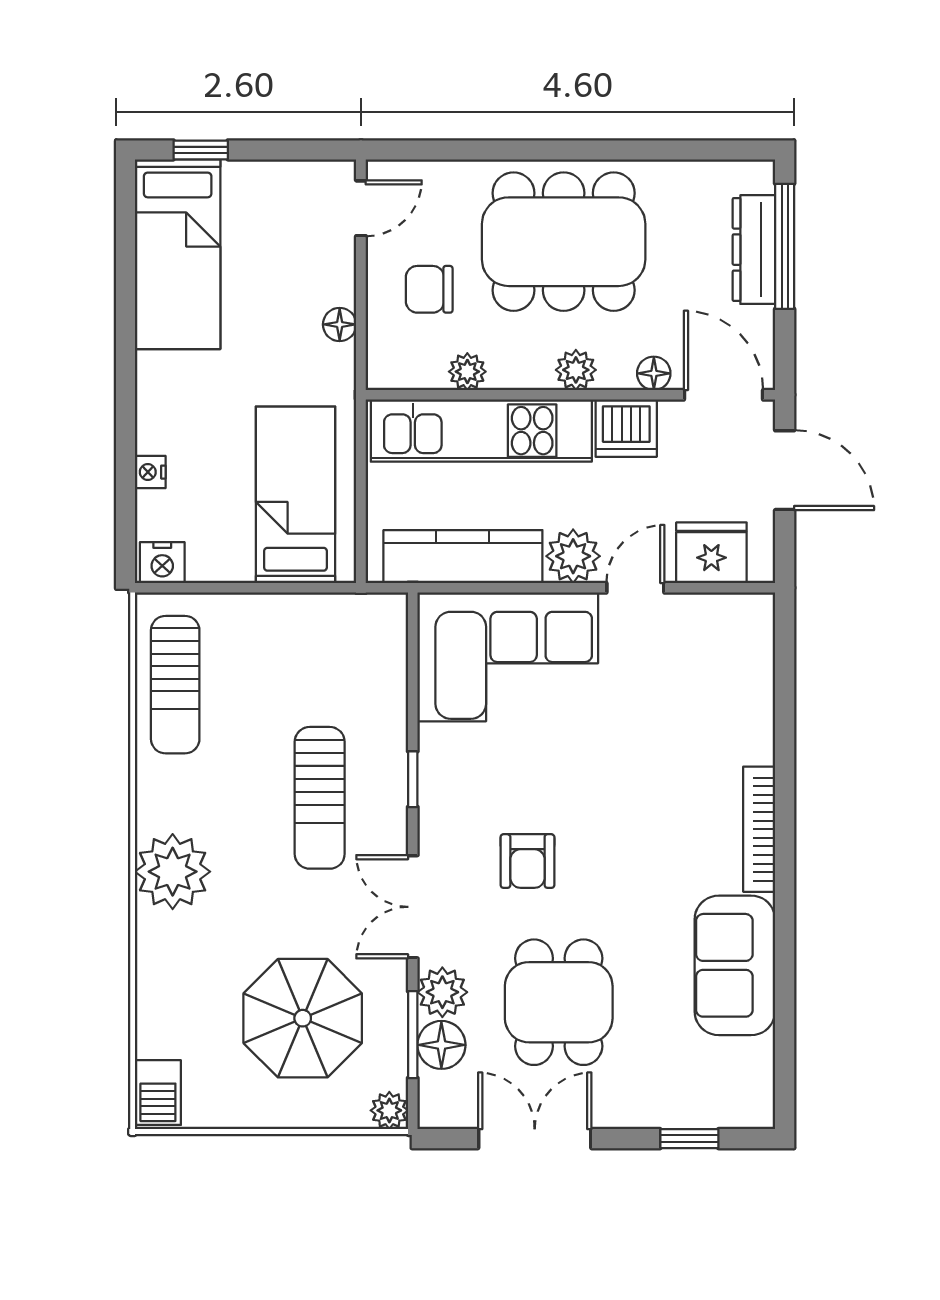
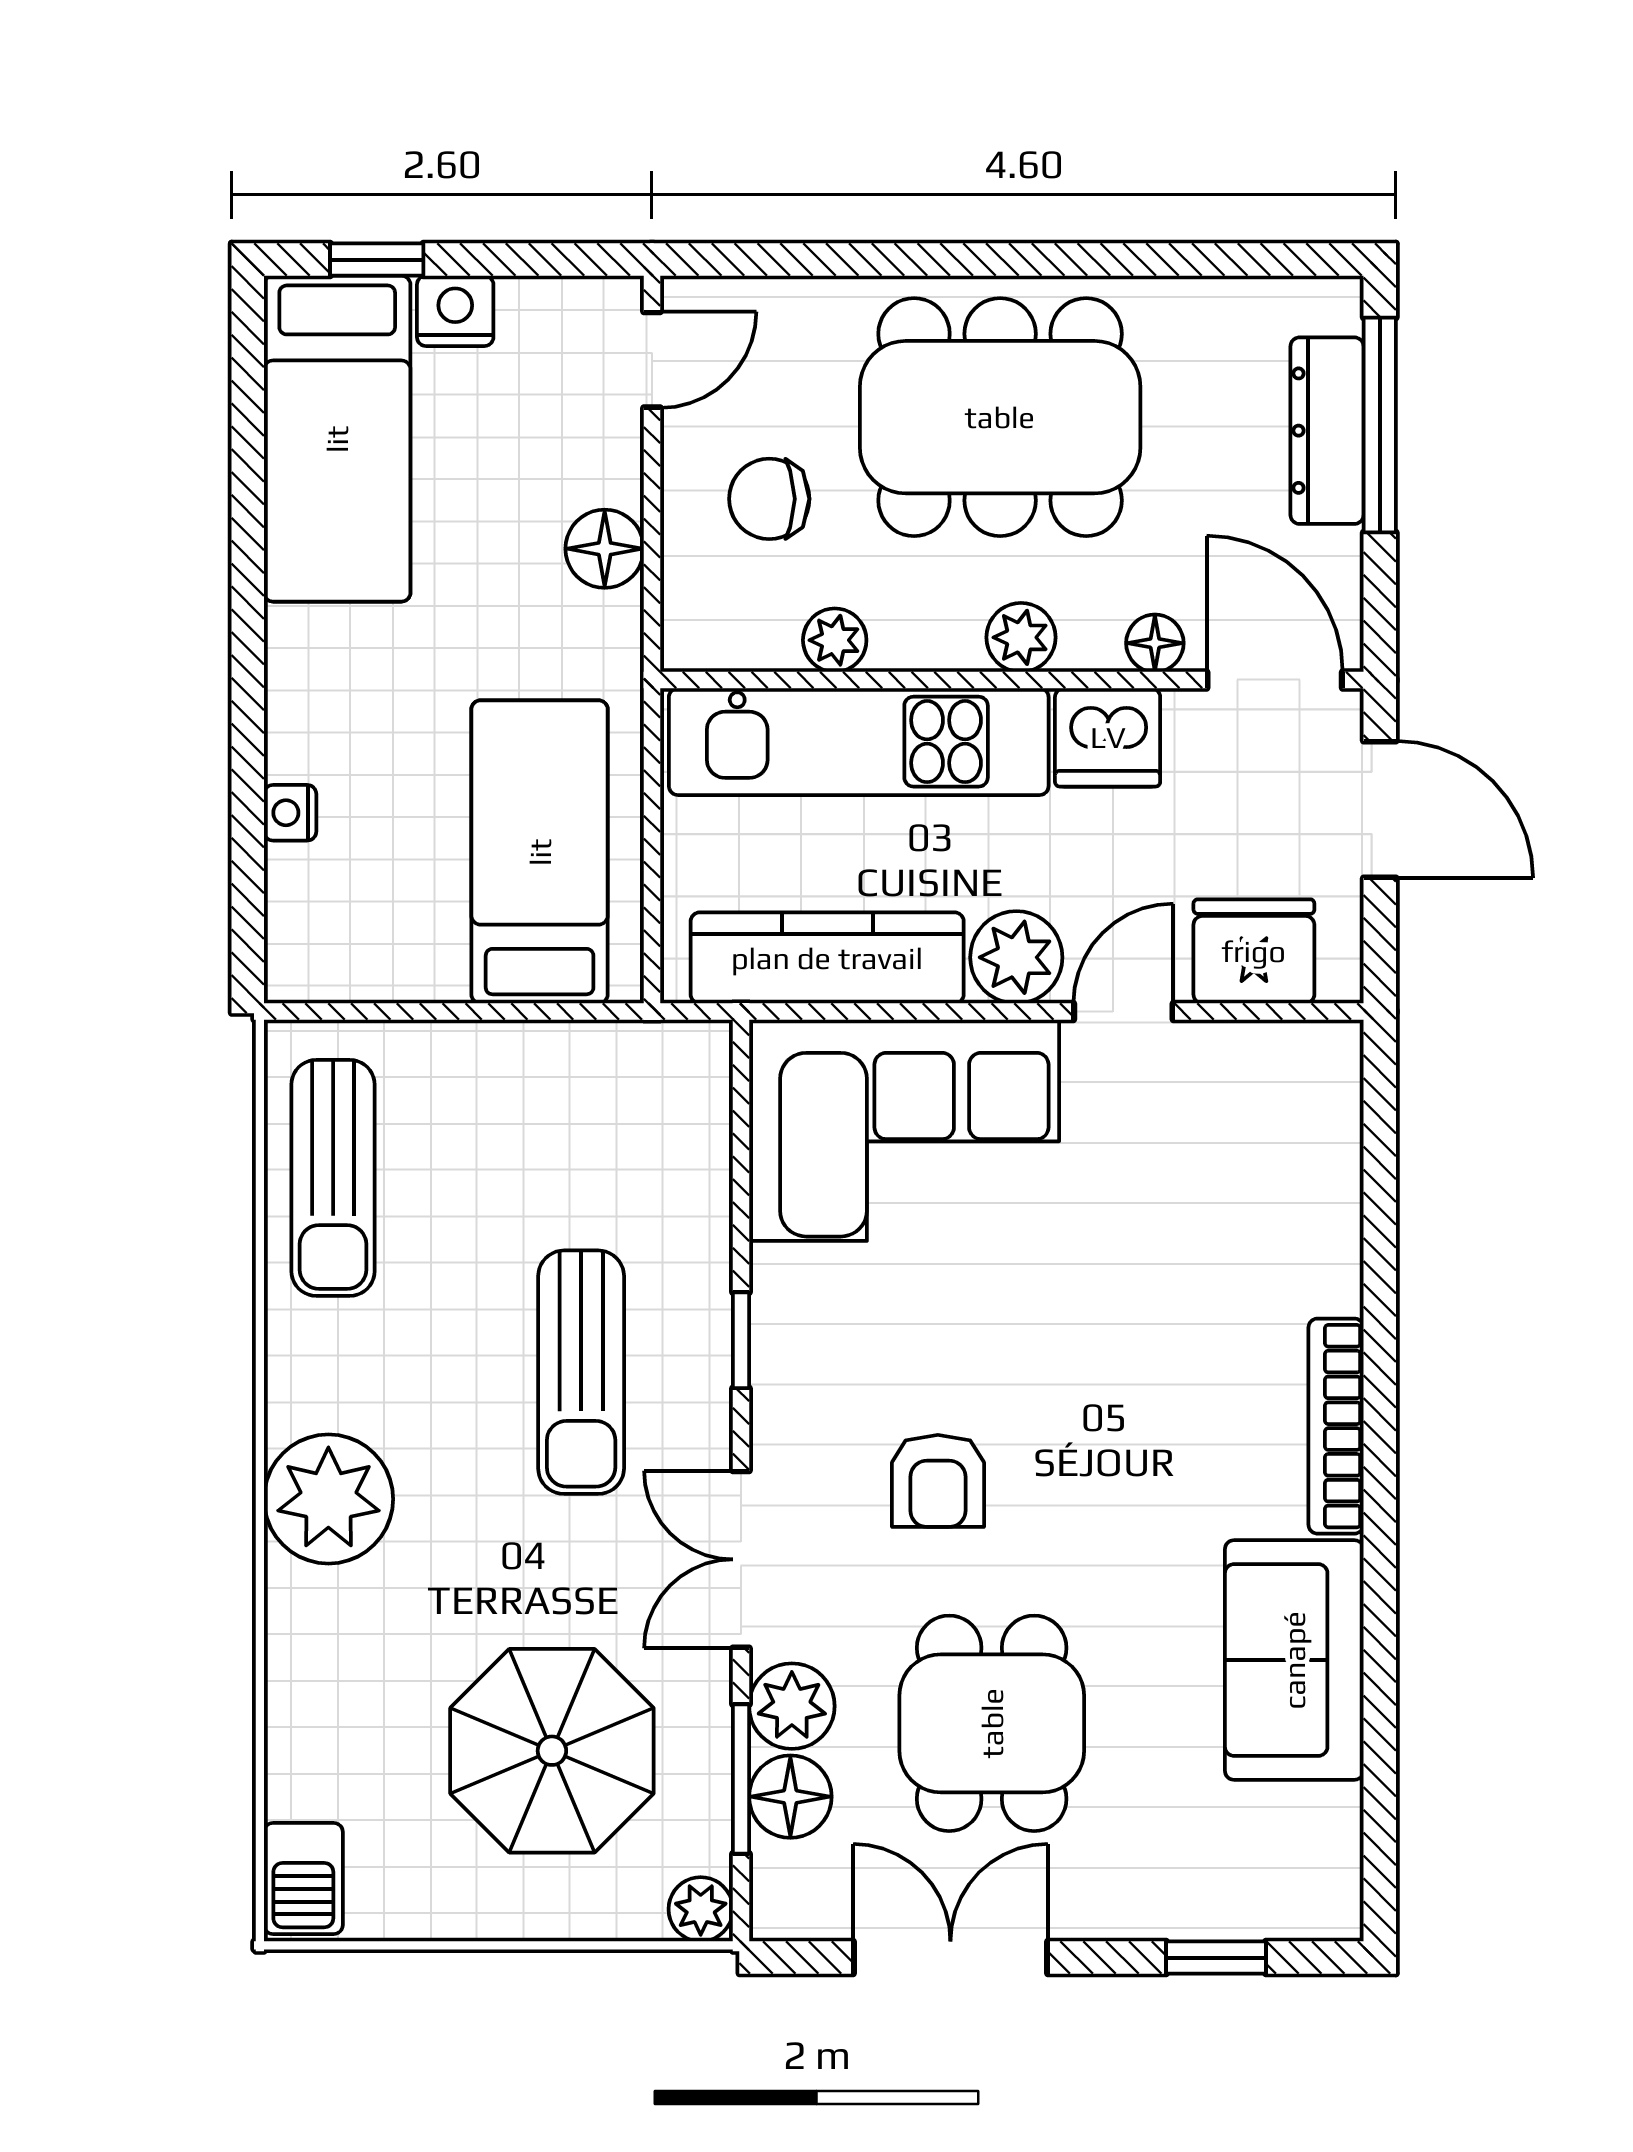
floor lamp: (340, 324) -> (605, 549), width x1.37, depth x1.37
nightstand: (162, 563) -> (455, 311), moved, turned 180

